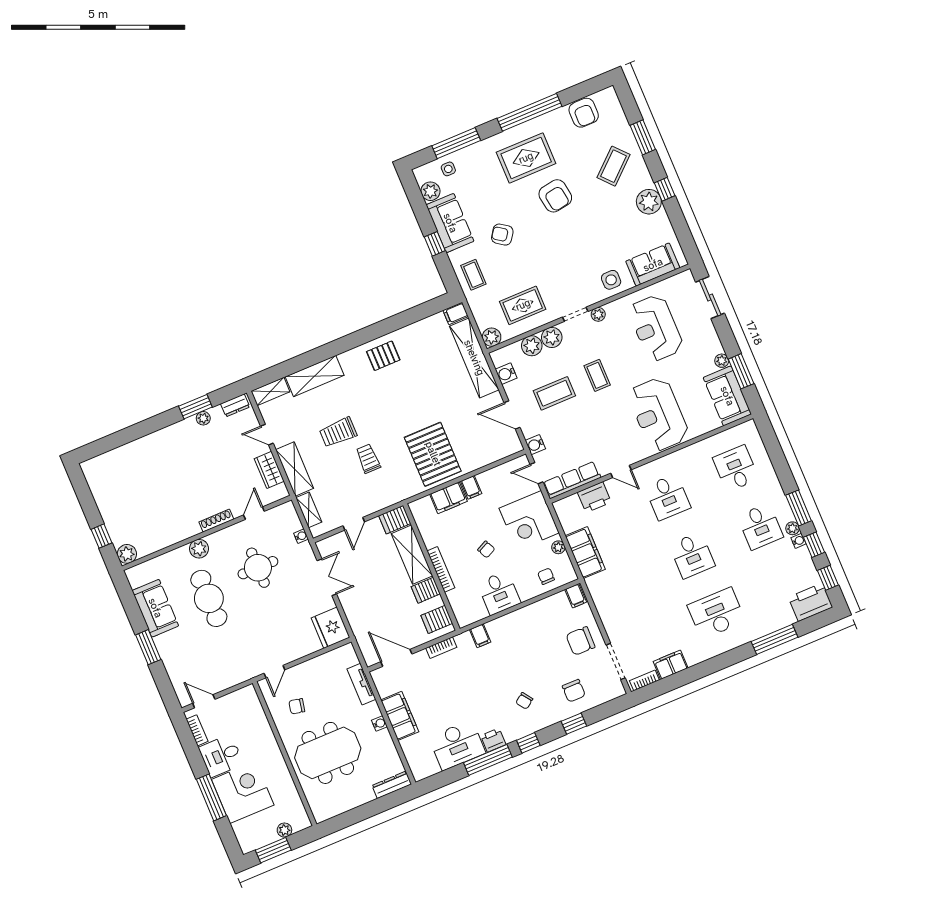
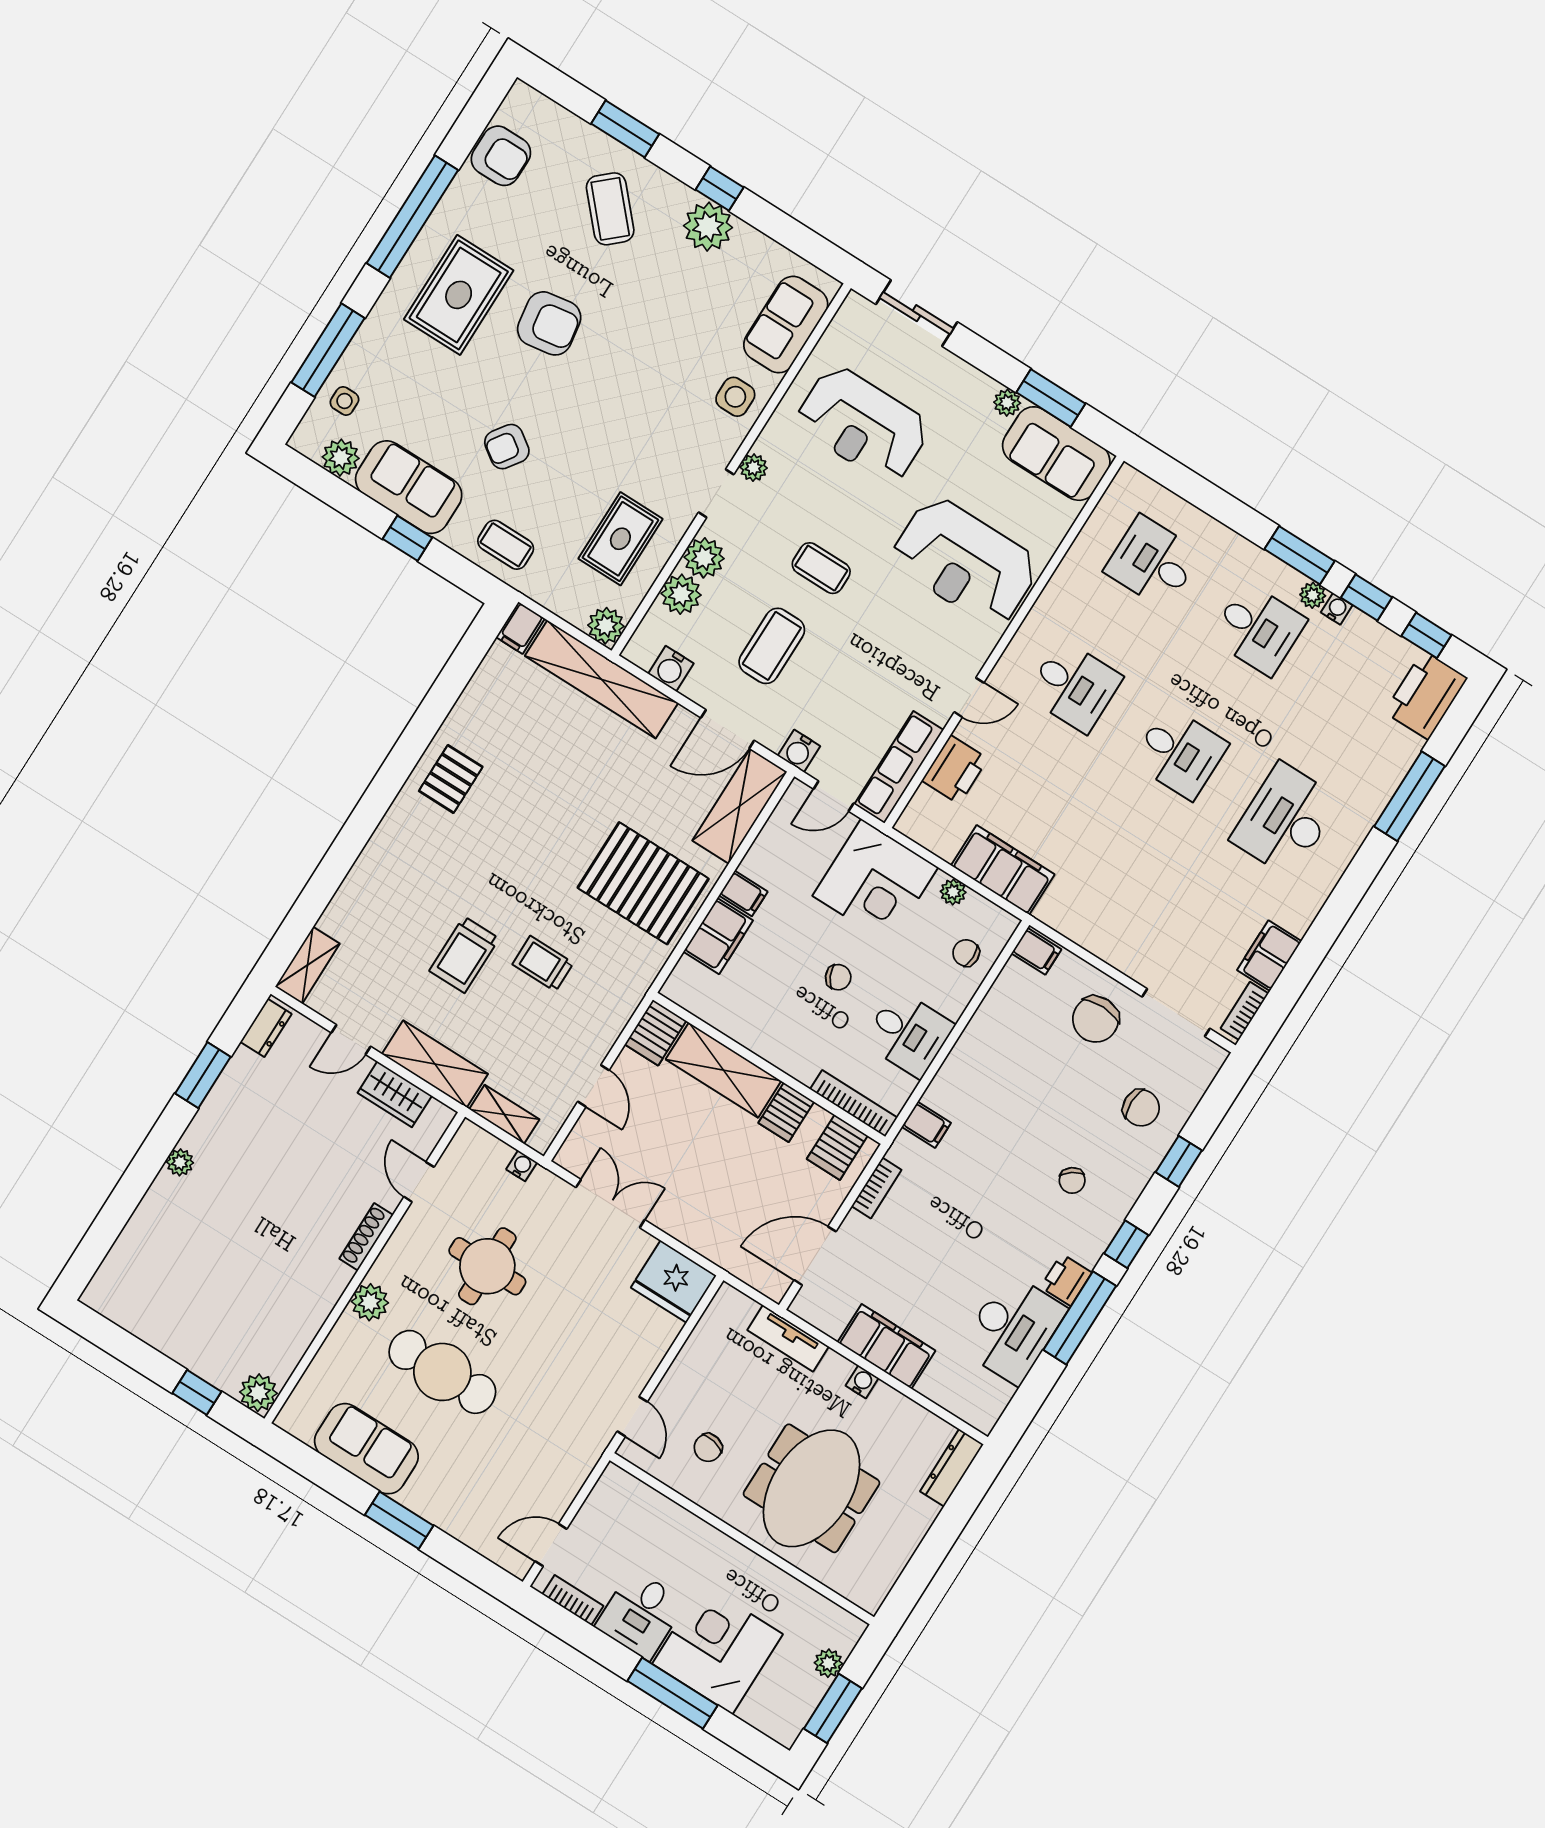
shelving: (315, 376) -> (740, 806), moved
plant: (203, 418) -> (180, 1162), moved
bookcase: (441, 569) -> (854, 1103), moved

